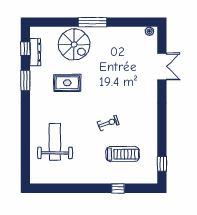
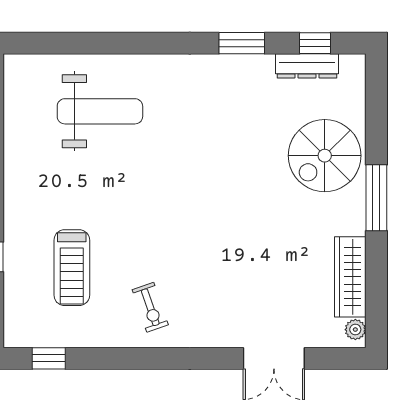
wardrobe: (127, 33) -> (350, 277), added
rug: (67, 83) -> (236, 140), removed
exercise bike: (108, 123) -> (150, 307), moved

